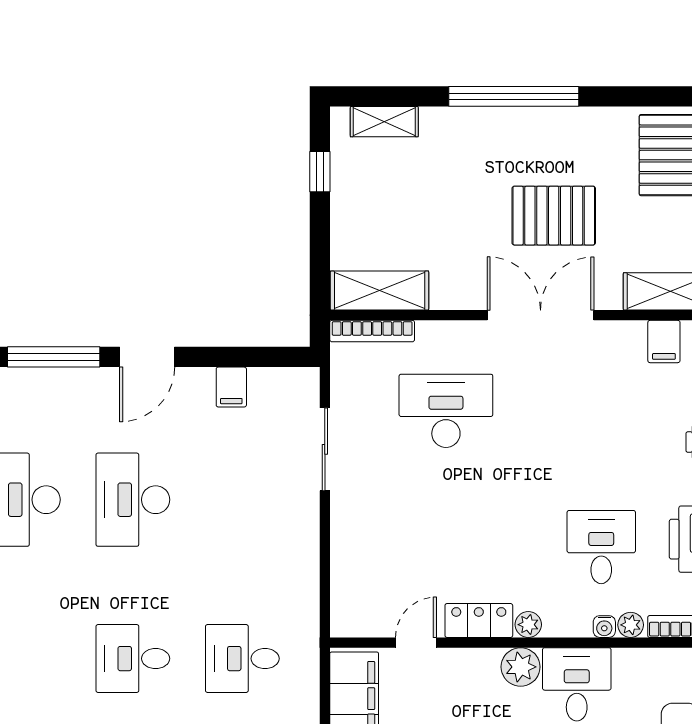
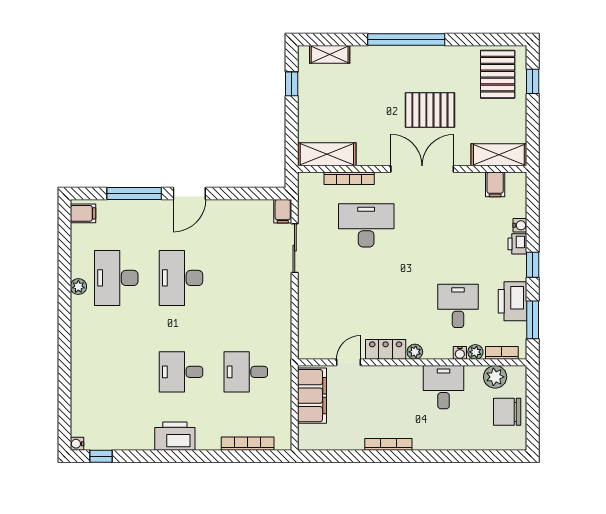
bookcase: (372, 331) -> (349, 178), moved
filing cabinet: (231, 387) -> (283, 211), moved
plant: (521, 667) -> (495, 377), moved

